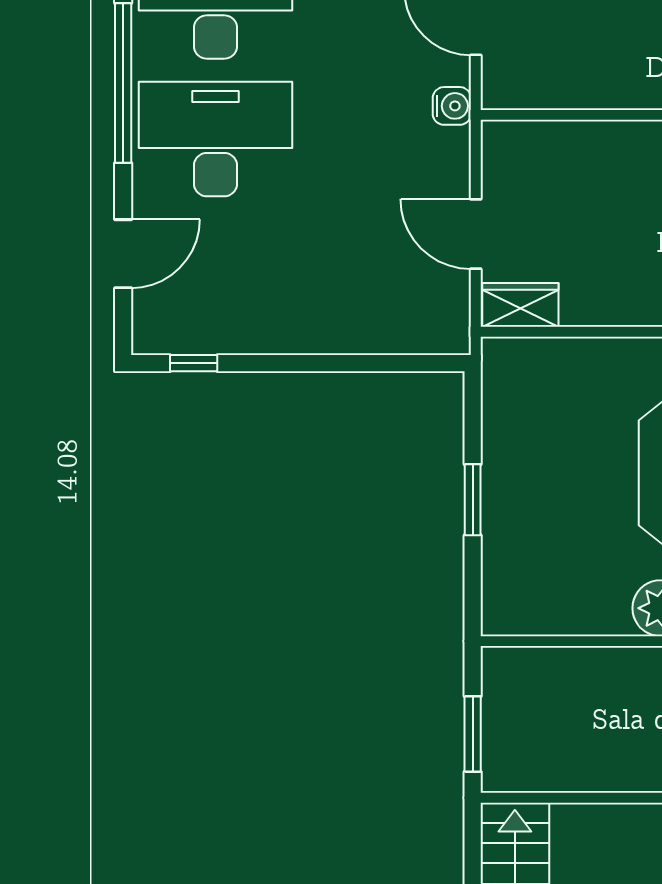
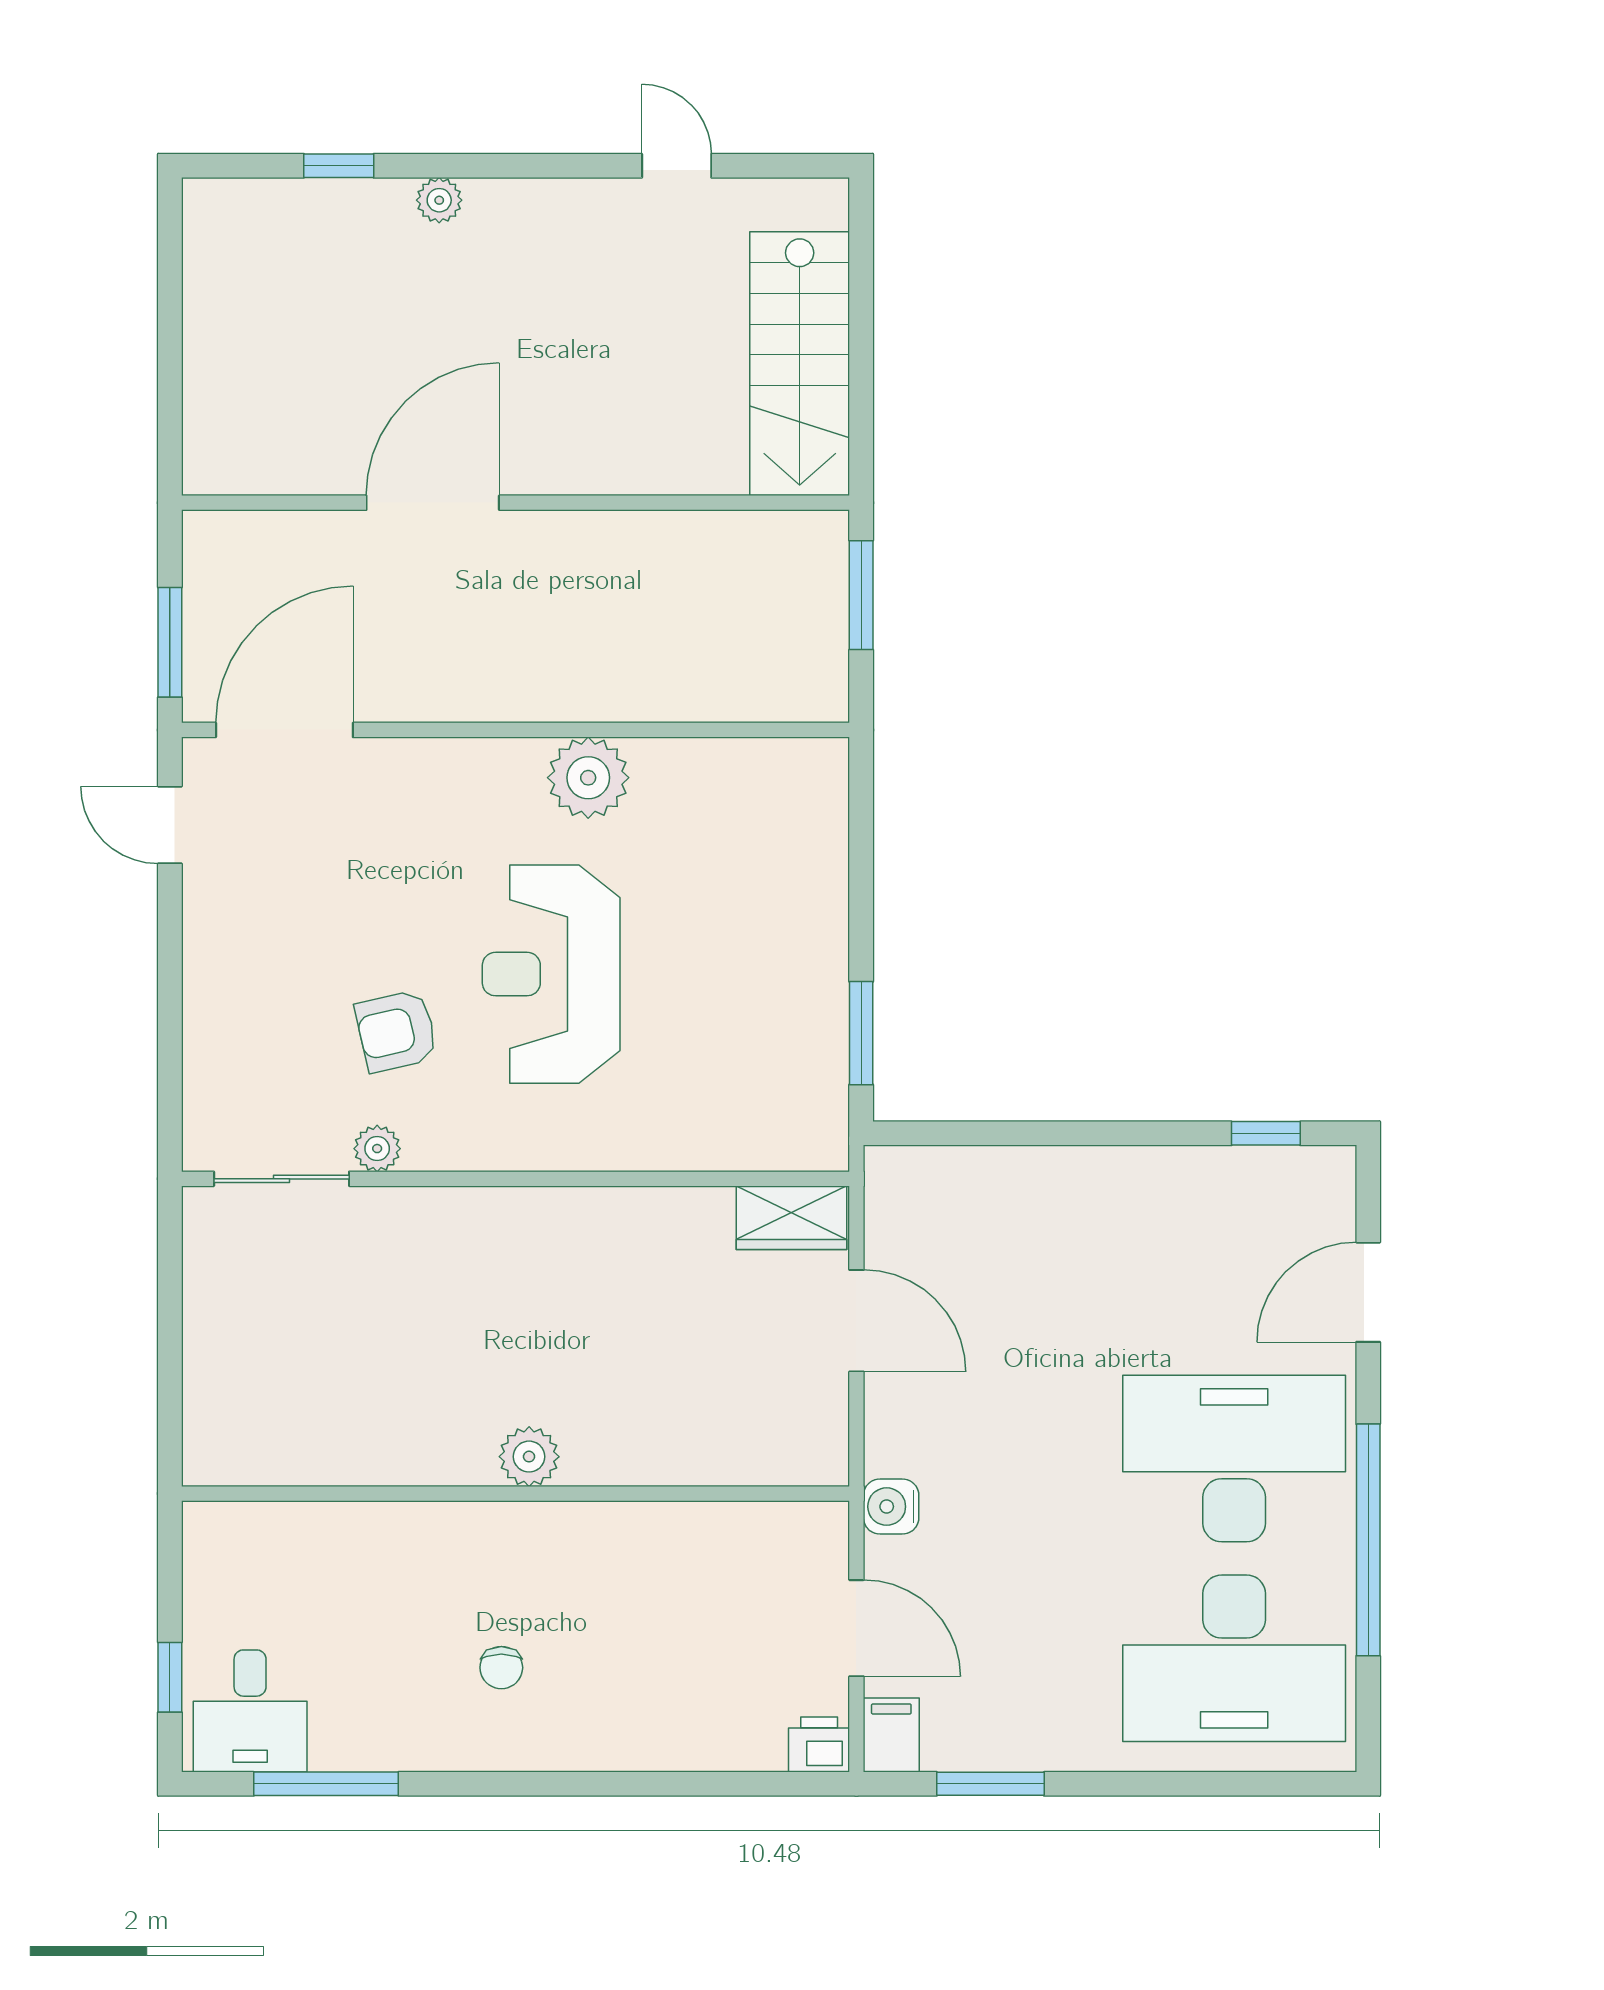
desk: (215, 139) -> (1234, 1459), turned 180
window: (473, 500) -> (861, 1033), moved

